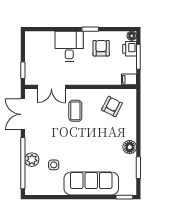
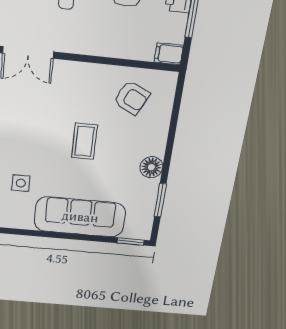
armchair: (112, 106) -> (132, 98), turned 89
coffee table: (75, 111) -> (84, 141), moved

